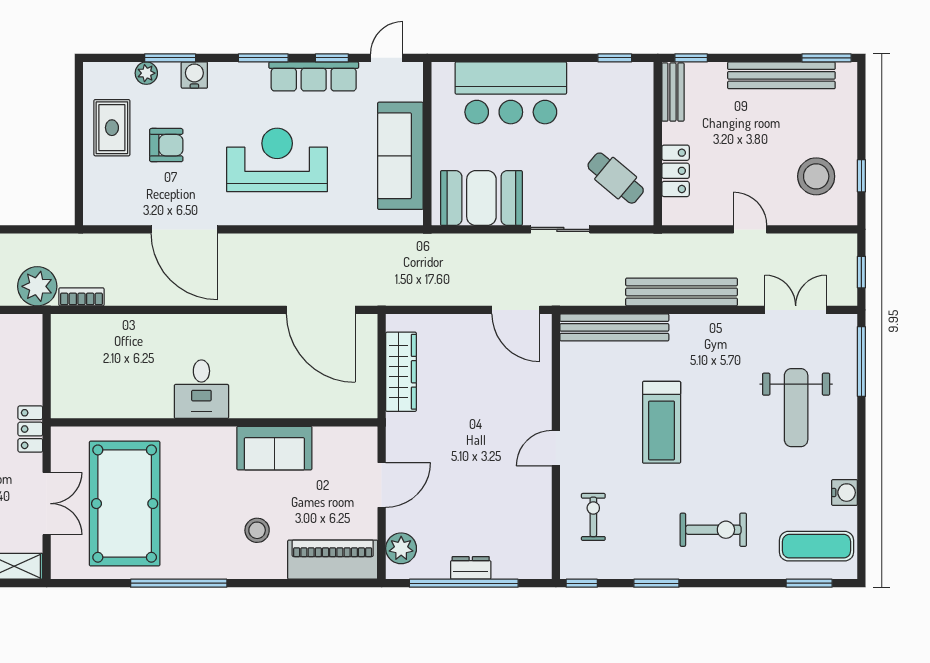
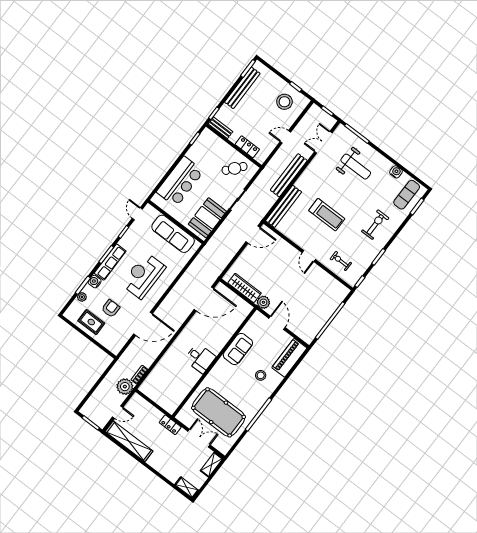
row of seats: (314, 76) -> (110, 262), moved
plant: (401, 548) -> (263, 302), moved
dresser: (471, 568) -> (327, 314), removed

